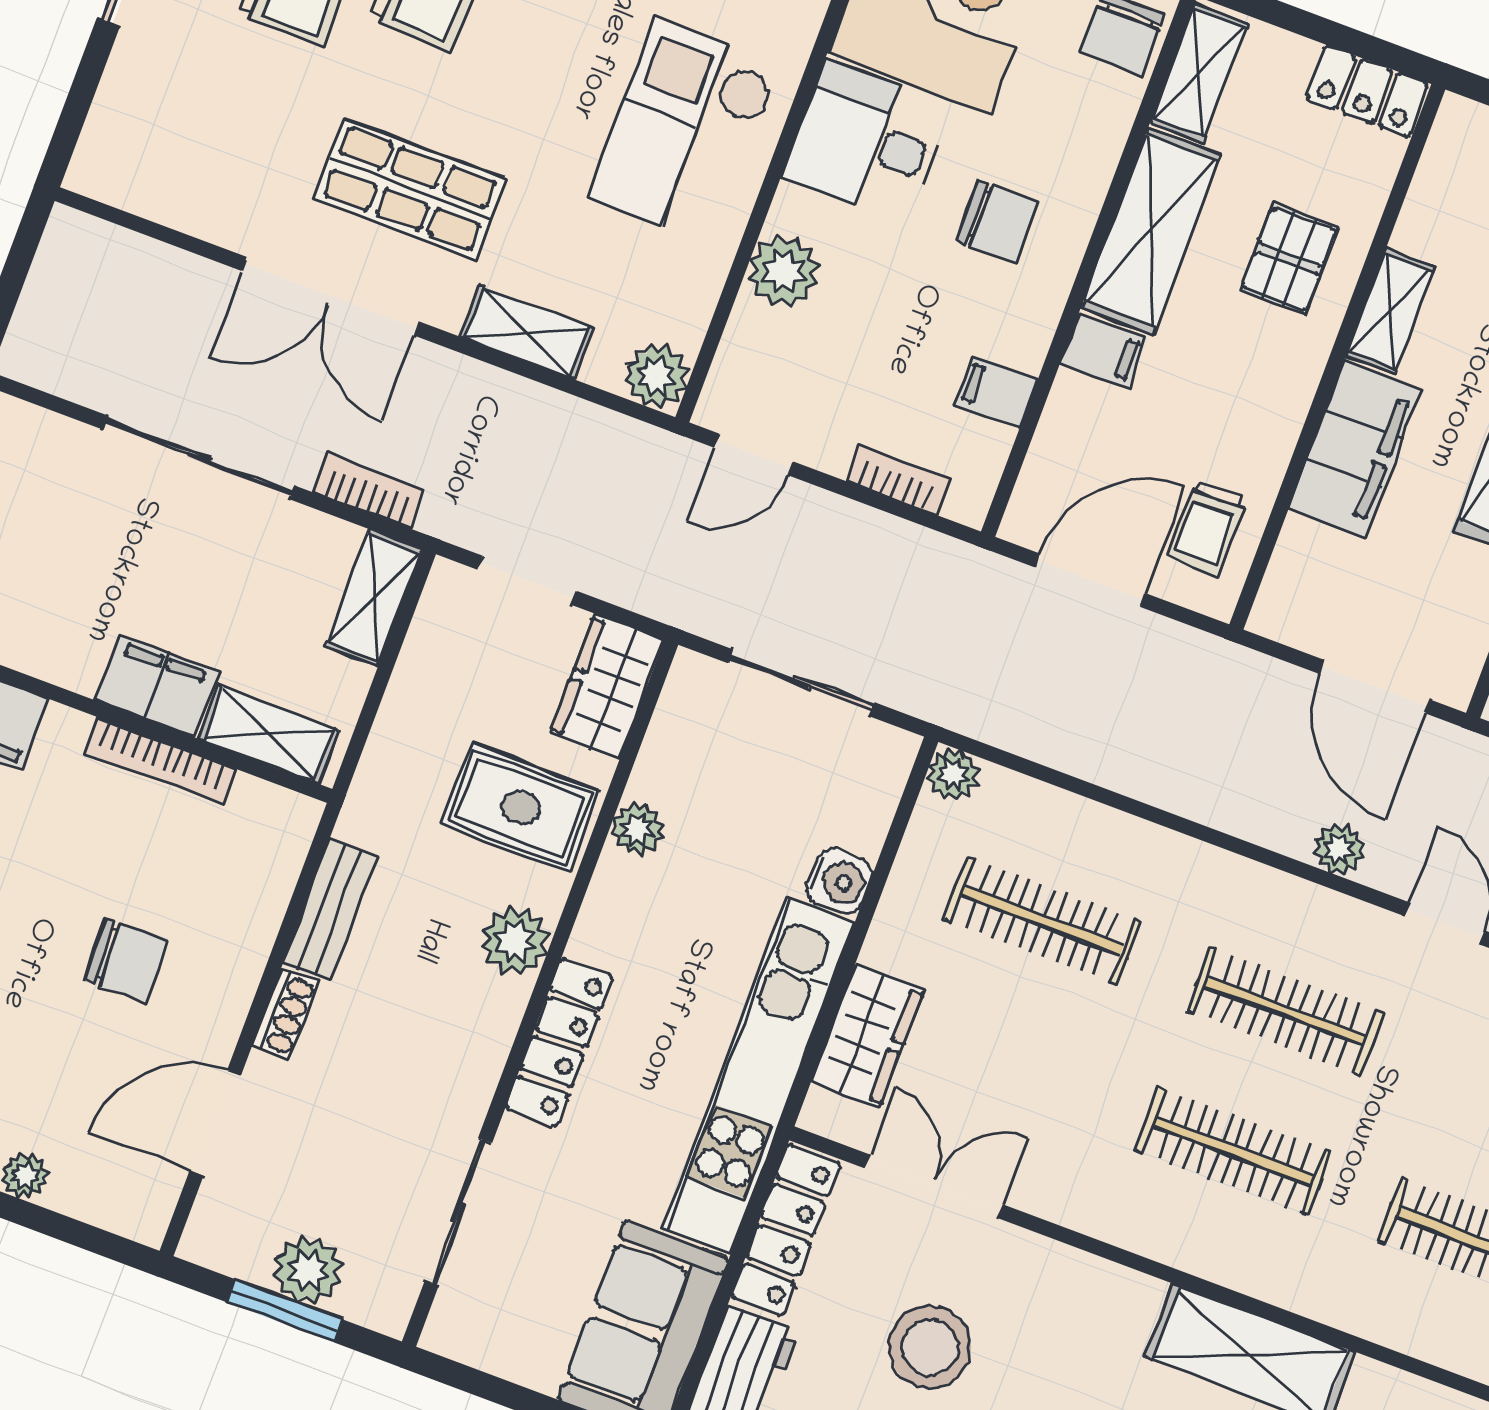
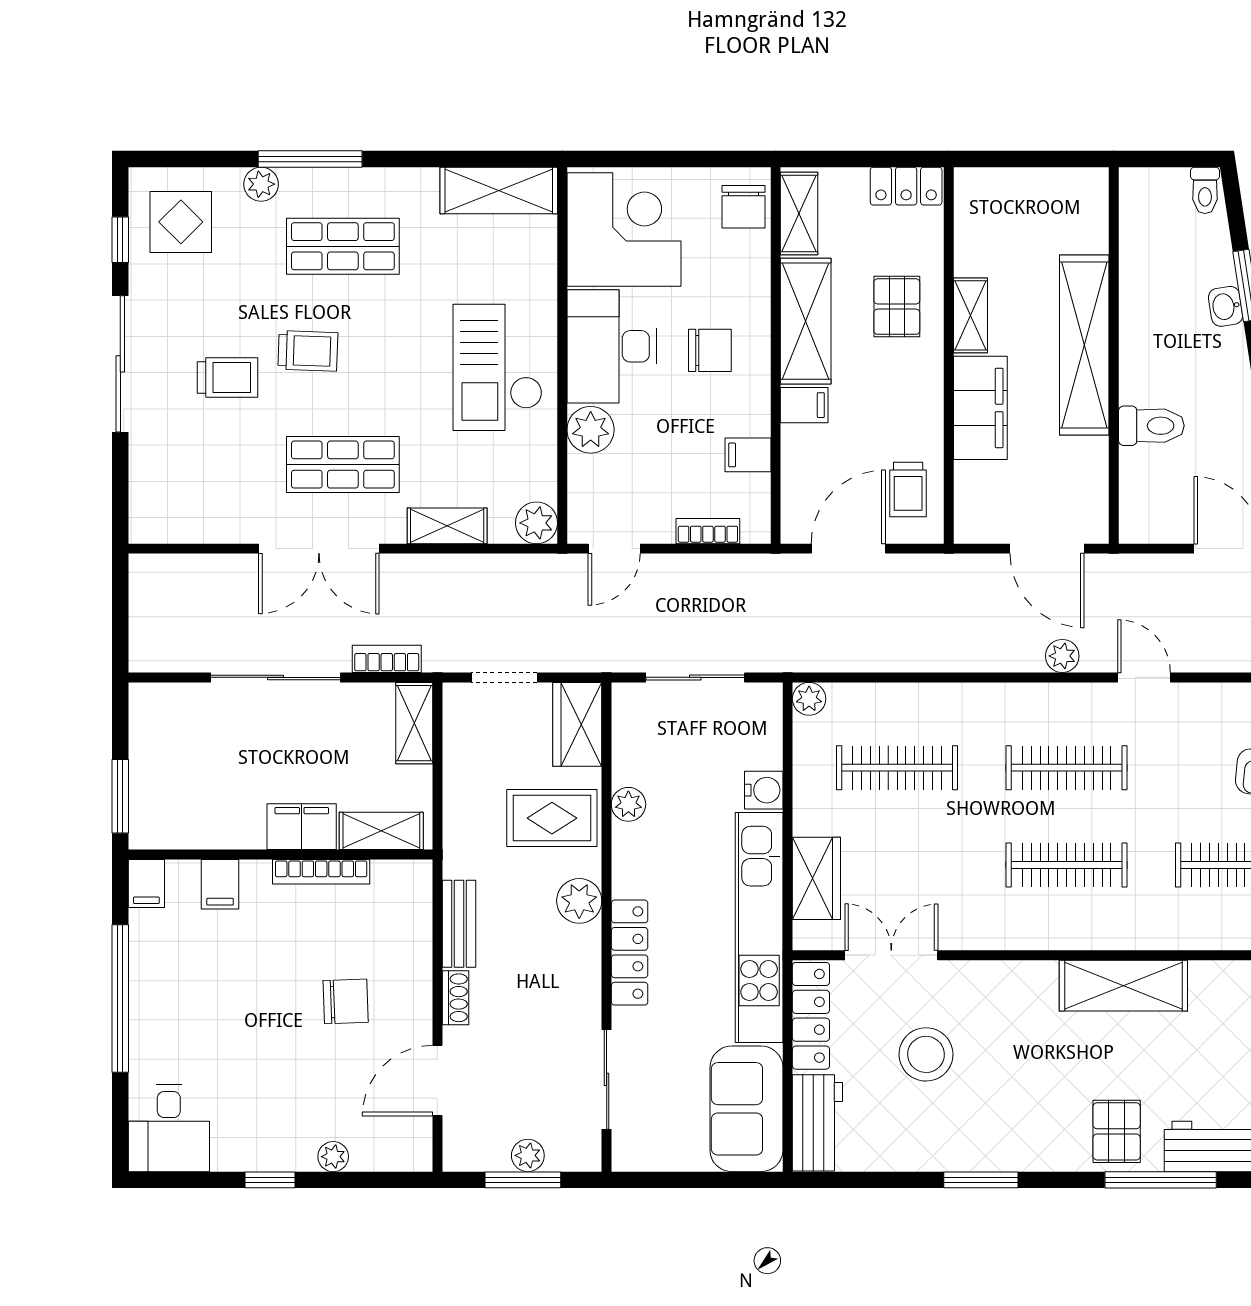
desk: (867, 141) -> (612, 346), width x1.37
plant: (308, 1270) -> (528, 1155), width x0.73, depth x0.73

